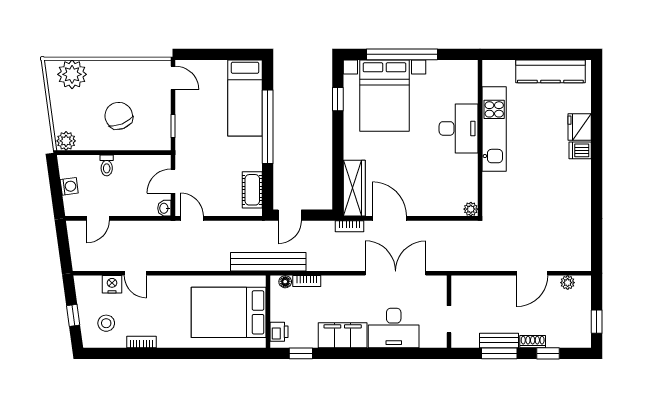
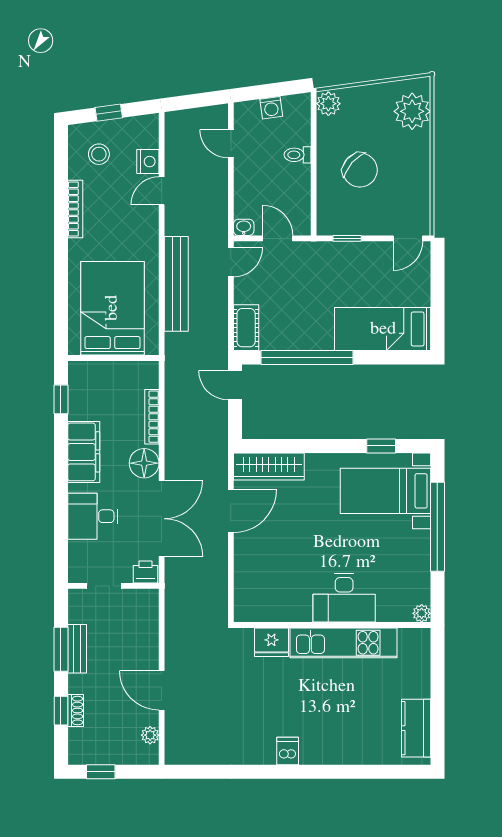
kitchen counter: (550, 71) -> (416, 728), width x0.67
bed with nightstands: (384, 96) -> (386, 491), width x0.73
chair: (119, 116) -> (360, 170), turned 63
window: (268, 127) -> (307, 358), moved
fridge: (580, 127) -> (271, 642), moved, turned 180
dishwasher: (580, 150) -> (288, 751), moved
cot: (252, 190) -> (246, 328), moved, turned 90
plant: (471, 209) -> (422, 613), moved
bookcase: (350, 226) -> (221, 461), removed
bench: (268, 262) -> (176, 284), moved
bookcase: (307, 281) -> (152, 417), width x1.56
floor lamp: (285, 282) -> (144, 463), moved, width x1.89, depth x1.89
desk: (394, 328) -> (93, 516), width x0.73
printer: (279, 332) -> (145, 572), moved, turned 180
bookcase: (141, 342) -> (75, 209), width x1.56
shoe rack: (533, 342) -> (76, 710), moved

